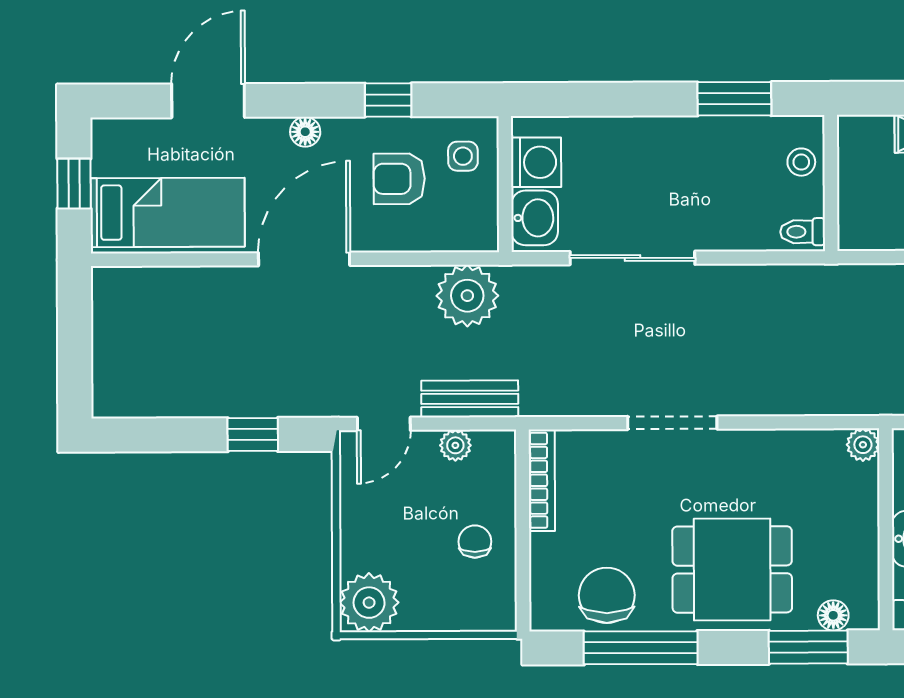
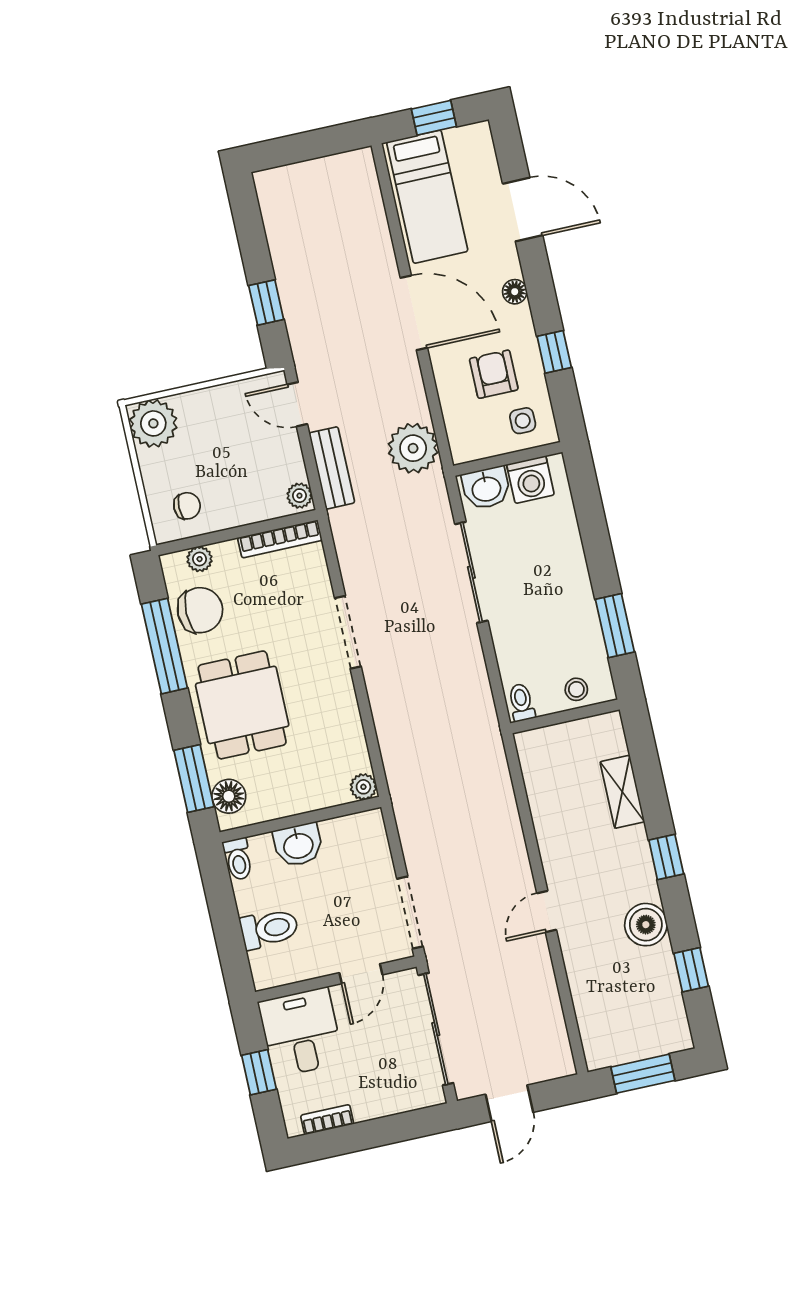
plant: (455, 445) -> (299, 496), moved
chair: (475, 542) -> (187, 506), moved
plant: (545, 583) -> (200, 559), added
floor lamp: (833, 615) -> (229, 796), width x1.37, depth x1.37

